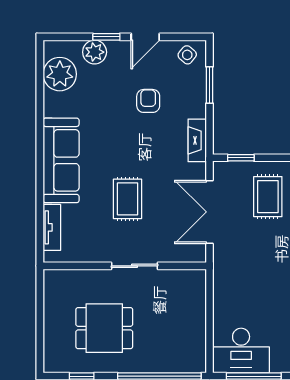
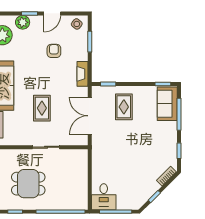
desk: (241, 351) -> (104, 197), width x0.73

